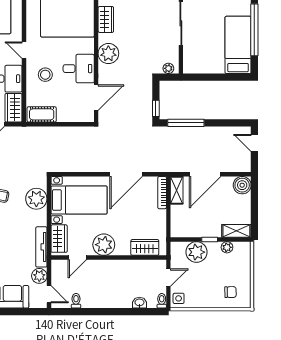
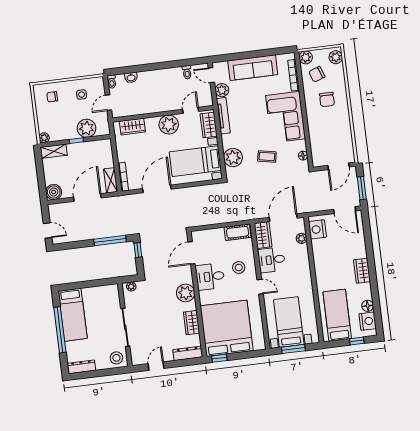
plant: (227, 247) -> (44, 138), moved
side table: (179, 298) -> (81, 95), moved

